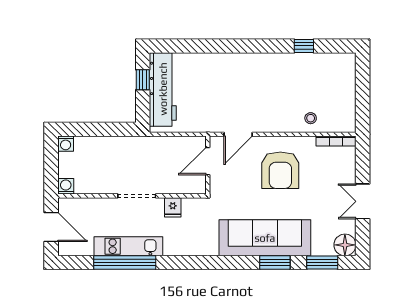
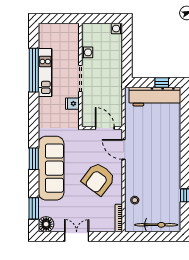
bicycle: (346, 88) -> (156, 225), added
armchair: (280, 170) -> (98, 179), turned -53
washing machine: (66, 186) -> (87, 52), moved
door: (51, 227) -> (59, 18), removed
window: (275, 263) -> (34, 159), moved

